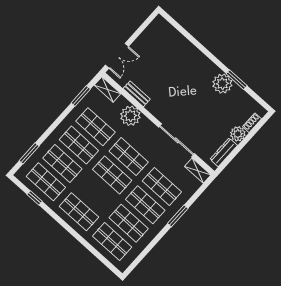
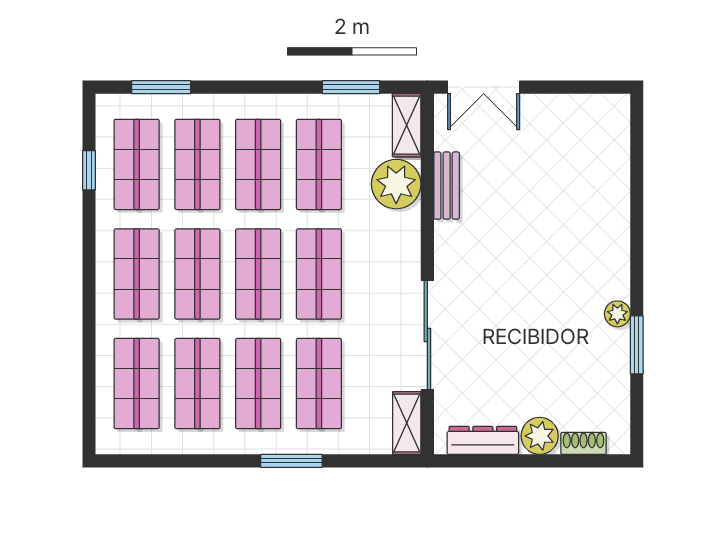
plant: (222, 84) -> (617, 314), width x0.53, depth x0.53
plant: (130, 116) -> (396, 184), moved
shop shelf: (96, 193) -> (197, 274), added

